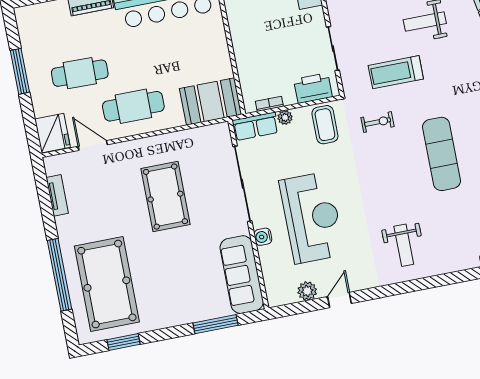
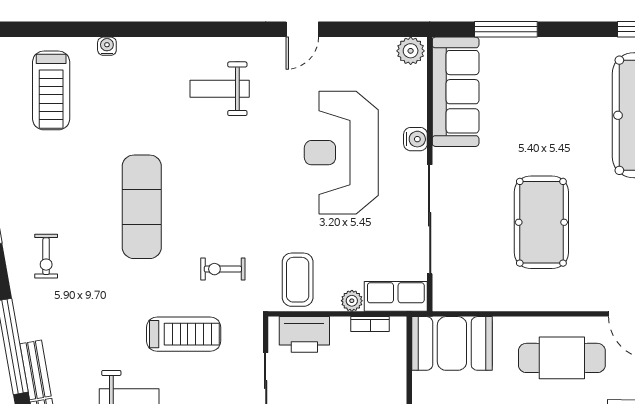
weight bench: (404, 245) -> (220, 89), turned -90
plant: (307, 291) -> (411, 51), moved
door: (340, 300) -> (302, 29), moved

